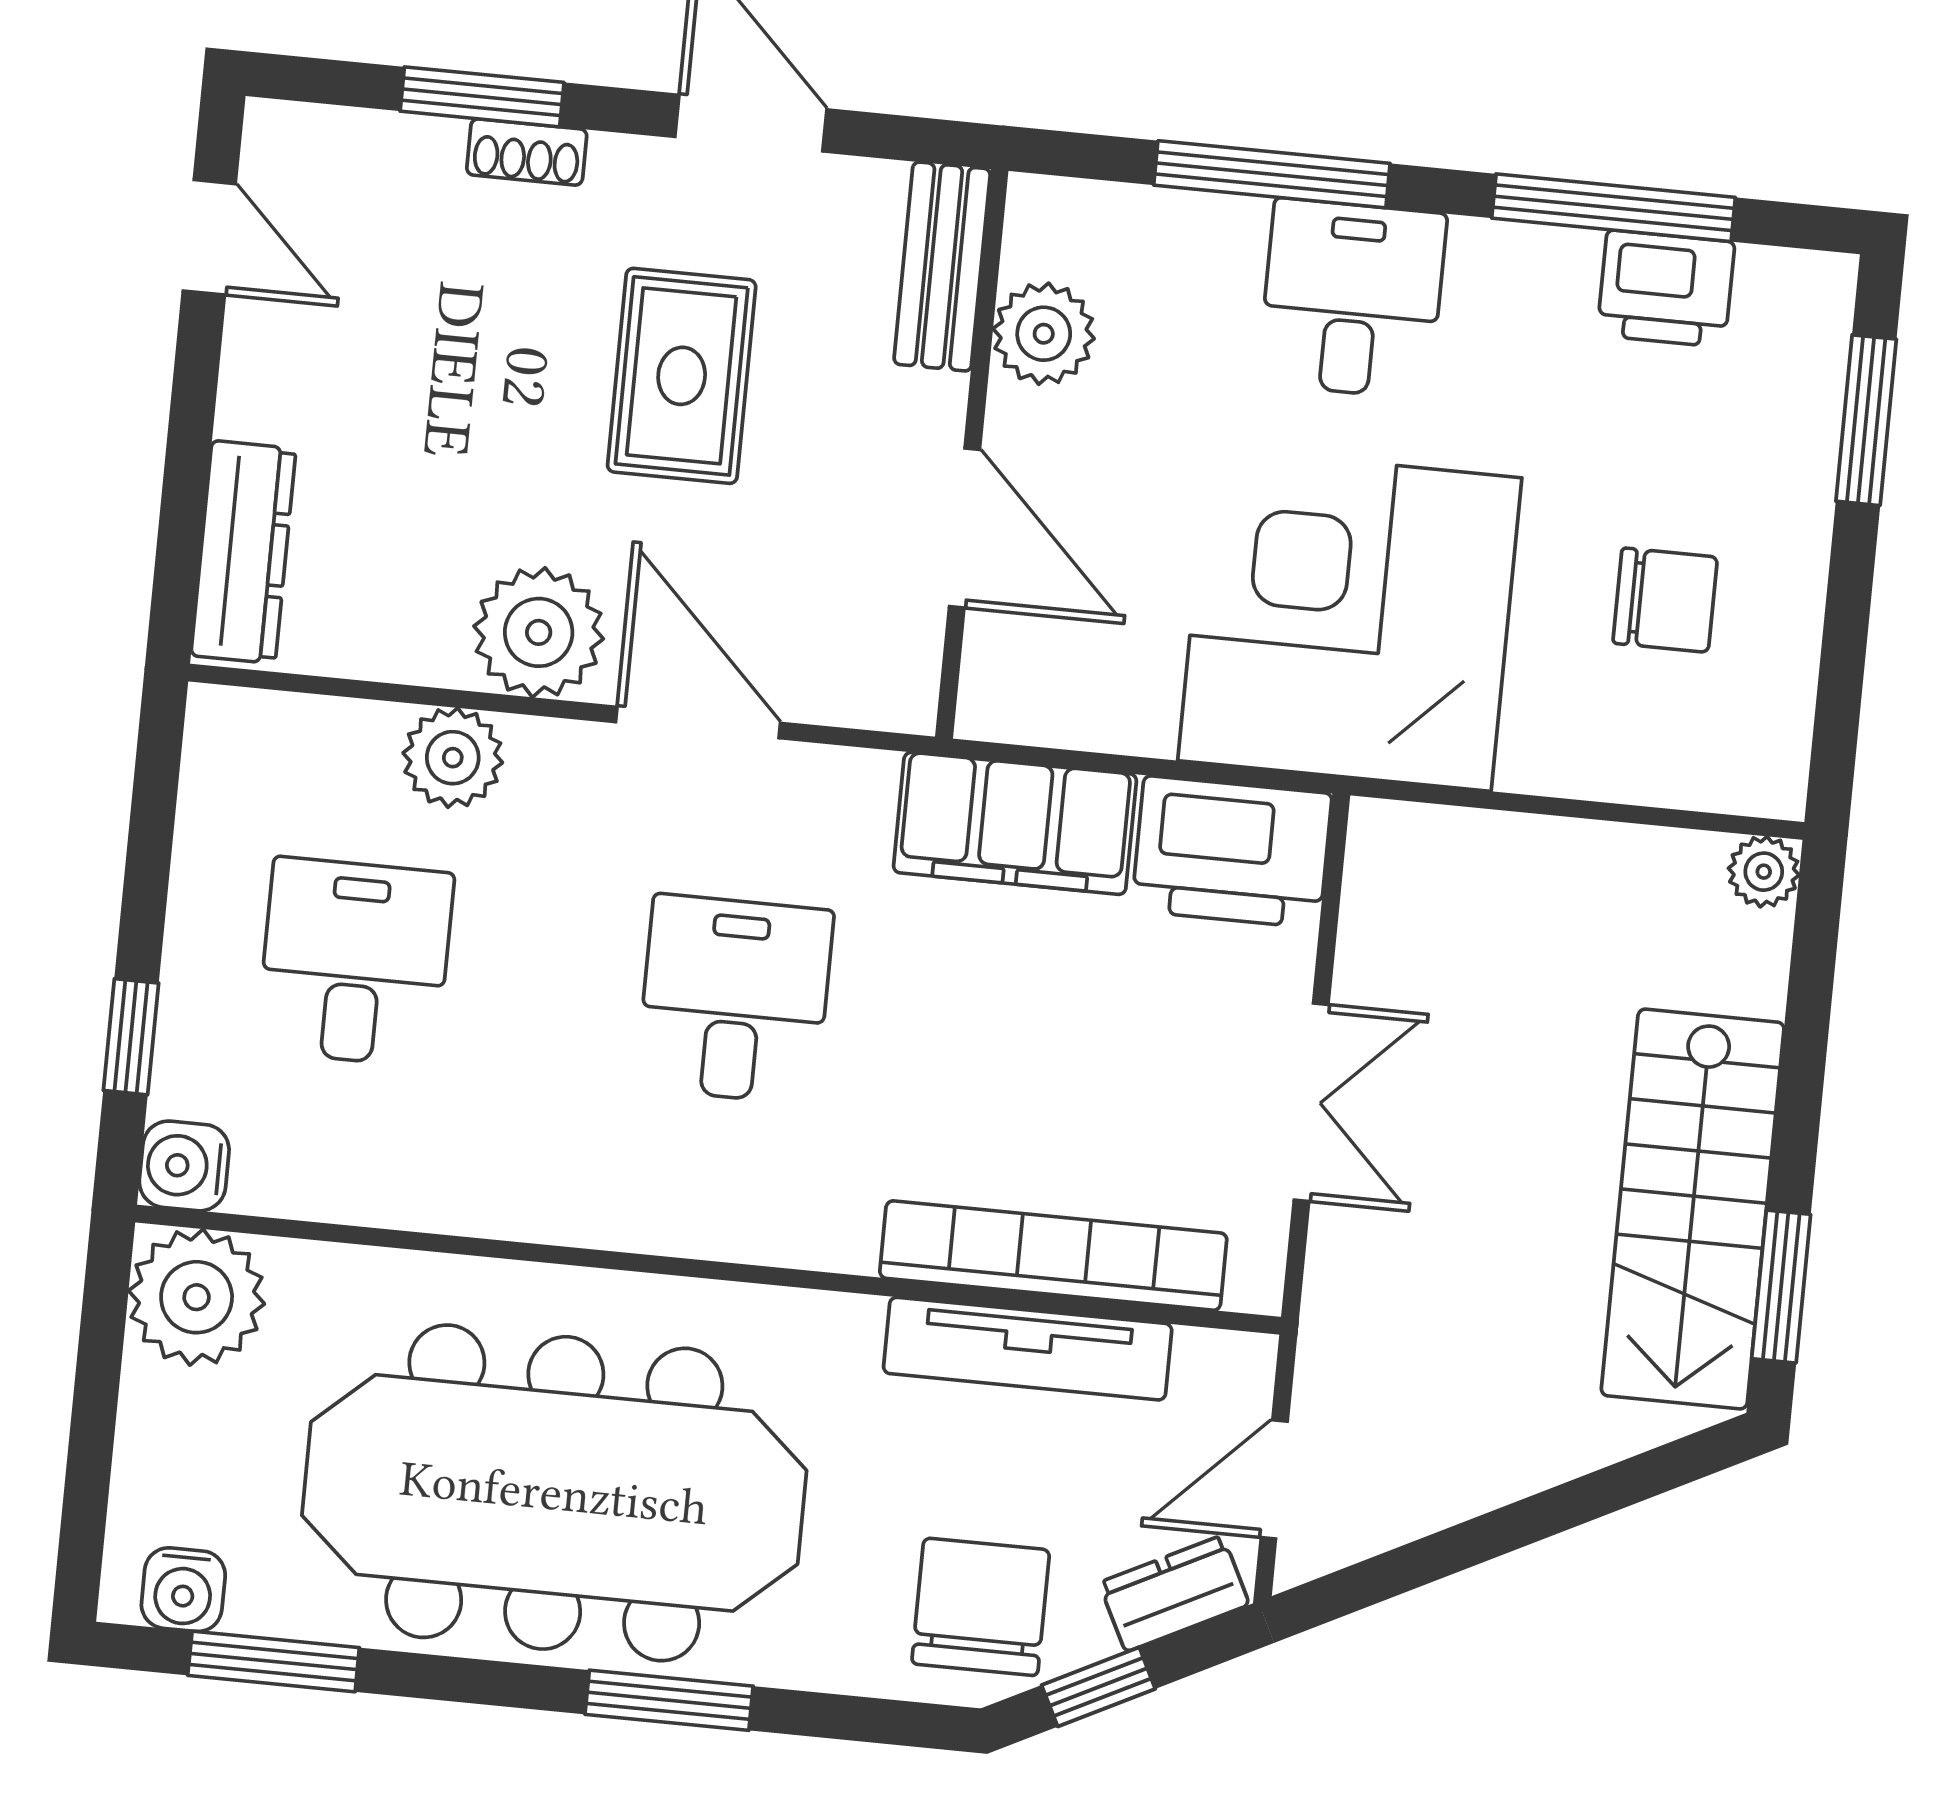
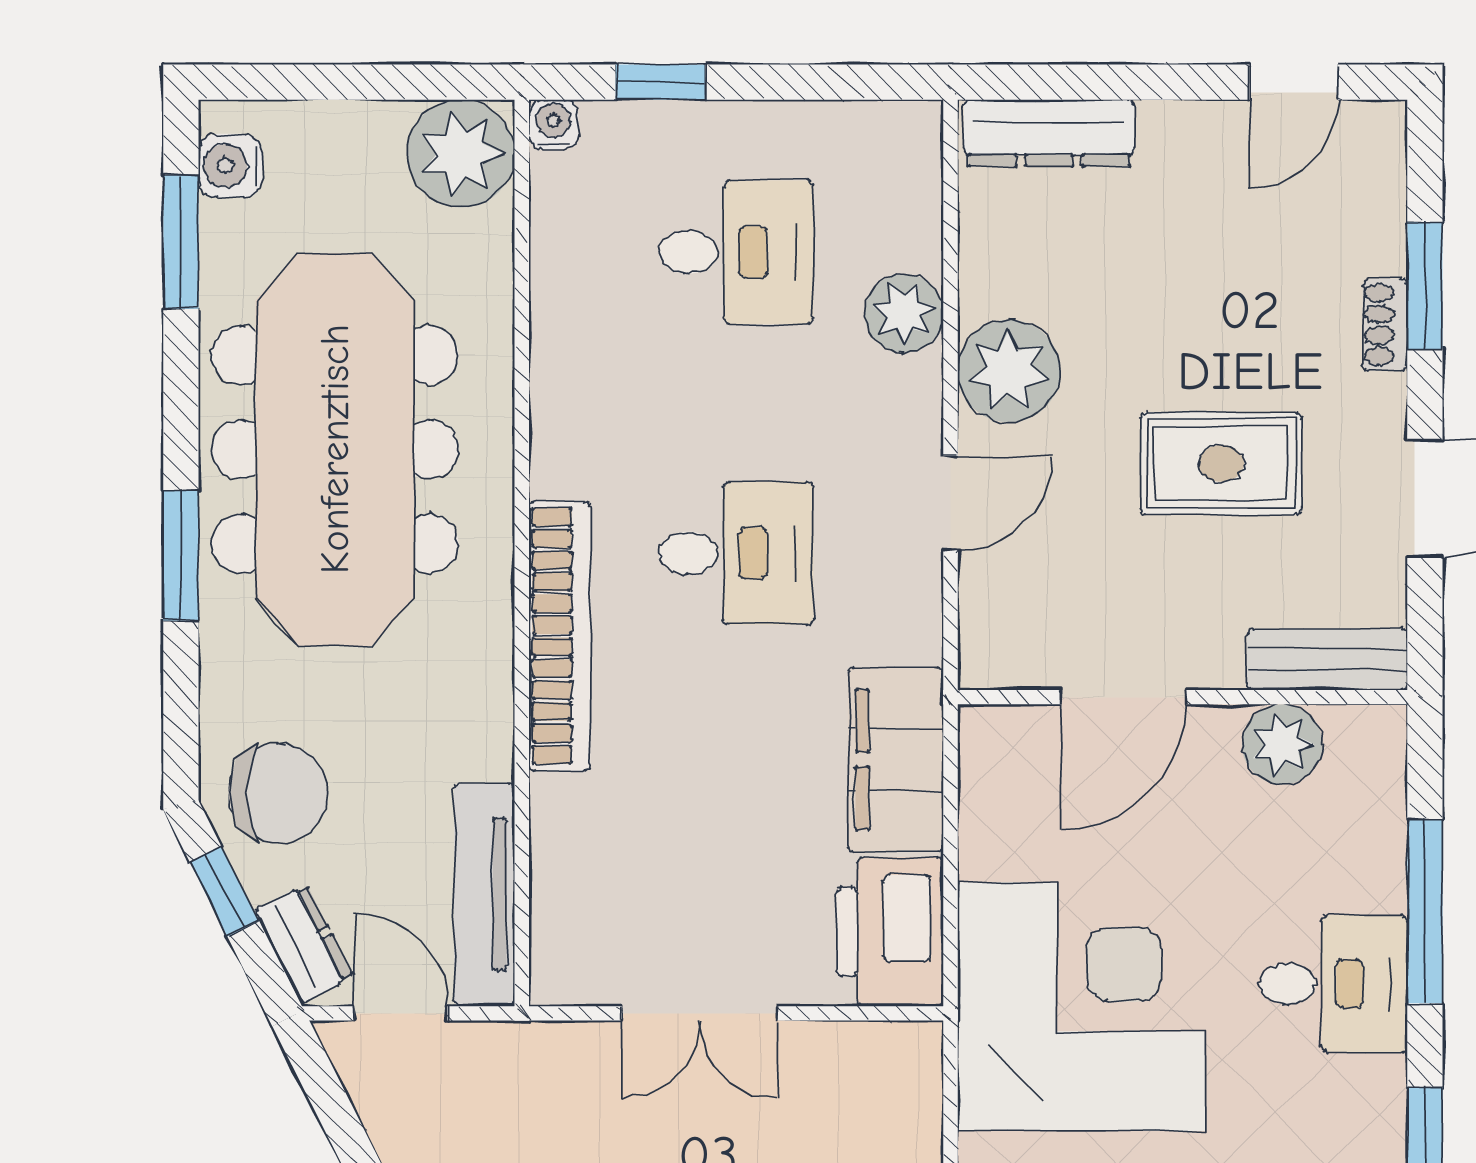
door: (698, 722) -> (950, 503), width x0.73
water cooler: (184, 1166) -> (553, 124), width x0.72, depth x0.72
bookcase: (1053, 1256) -> (559, 636), moved
tv unit: (1028, 1349) -> (484, 895), moved

